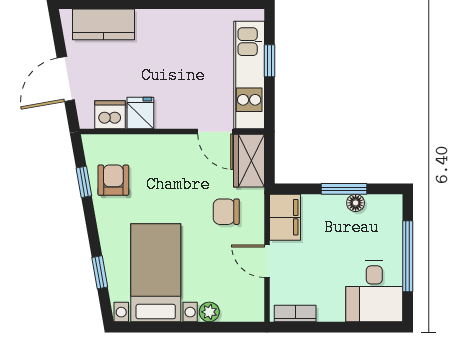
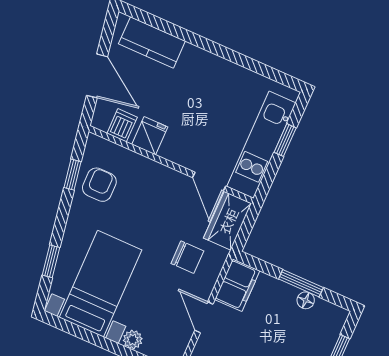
door: (66, 79) -> (97, 76), swing flipped
dishwasher: (110, 115) -> (122, 125), width x0.73
chair: (226, 212) -> (187, 257), turned 180

